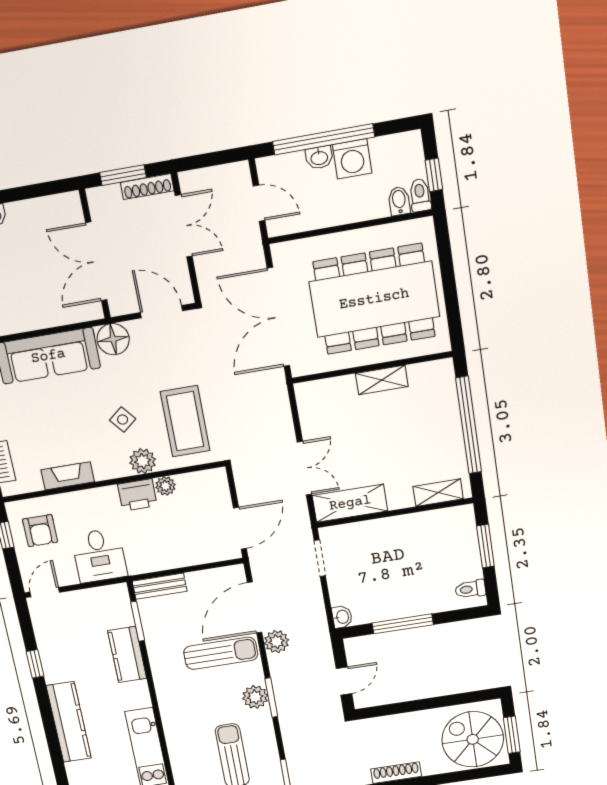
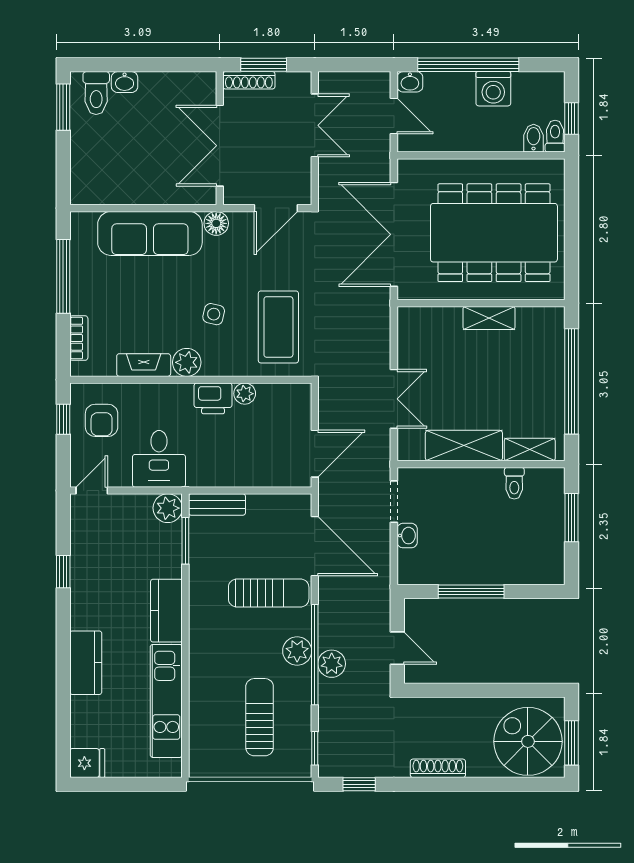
washbasin: (319, 158) -> (410, 82), moved
shoe rack: (147, 187) -> (249, 80), moved
door: (161, 312) -> (276, 208), swing flipped
floor lamp: (113, 339) -> (216, 223), width x0.73, depth x0.73
side table: (123, 420) -> (214, 314), turned -38
plant: (143, 461) -> (187, 362), moved
shelving: (350, 503) -> (464, 446), moved
toilet: (470, 589) -> (514, 483), moved, turned -90
plant: (116, 596) -> (168, 508), added
door: (255, 607) -> (315, 546), swing flipped
washbasin: (342, 617) -> (407, 536), moved
plant: (277, 642) -> (332, 664), moved
kitchen counter: (127, 655) -> (166, 611), moved
door: (344, 681) -> (397, 648), hinge flipped
window: (271, 698) -> (315, 655), width x2.11
kitchen counter: (69, 722) -> (86, 663), width x0.67

